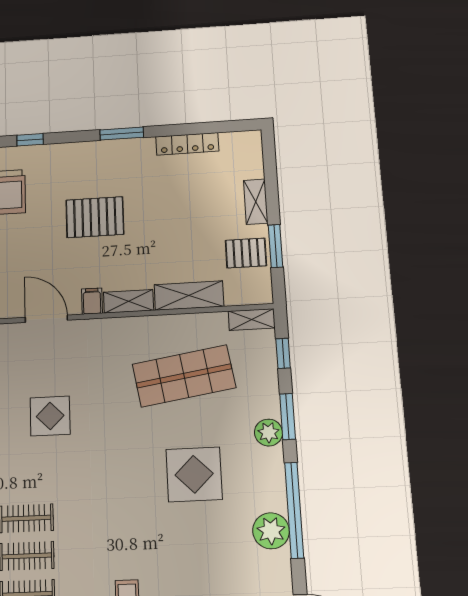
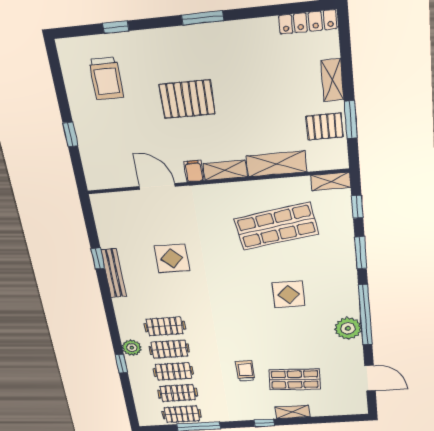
locker: (187, 144) -> (308, 22), moved
plant: (269, 433) -> (346, 264), removed
display table: (194, 474) -> (289, 294), width x0.73, depth x0.73

